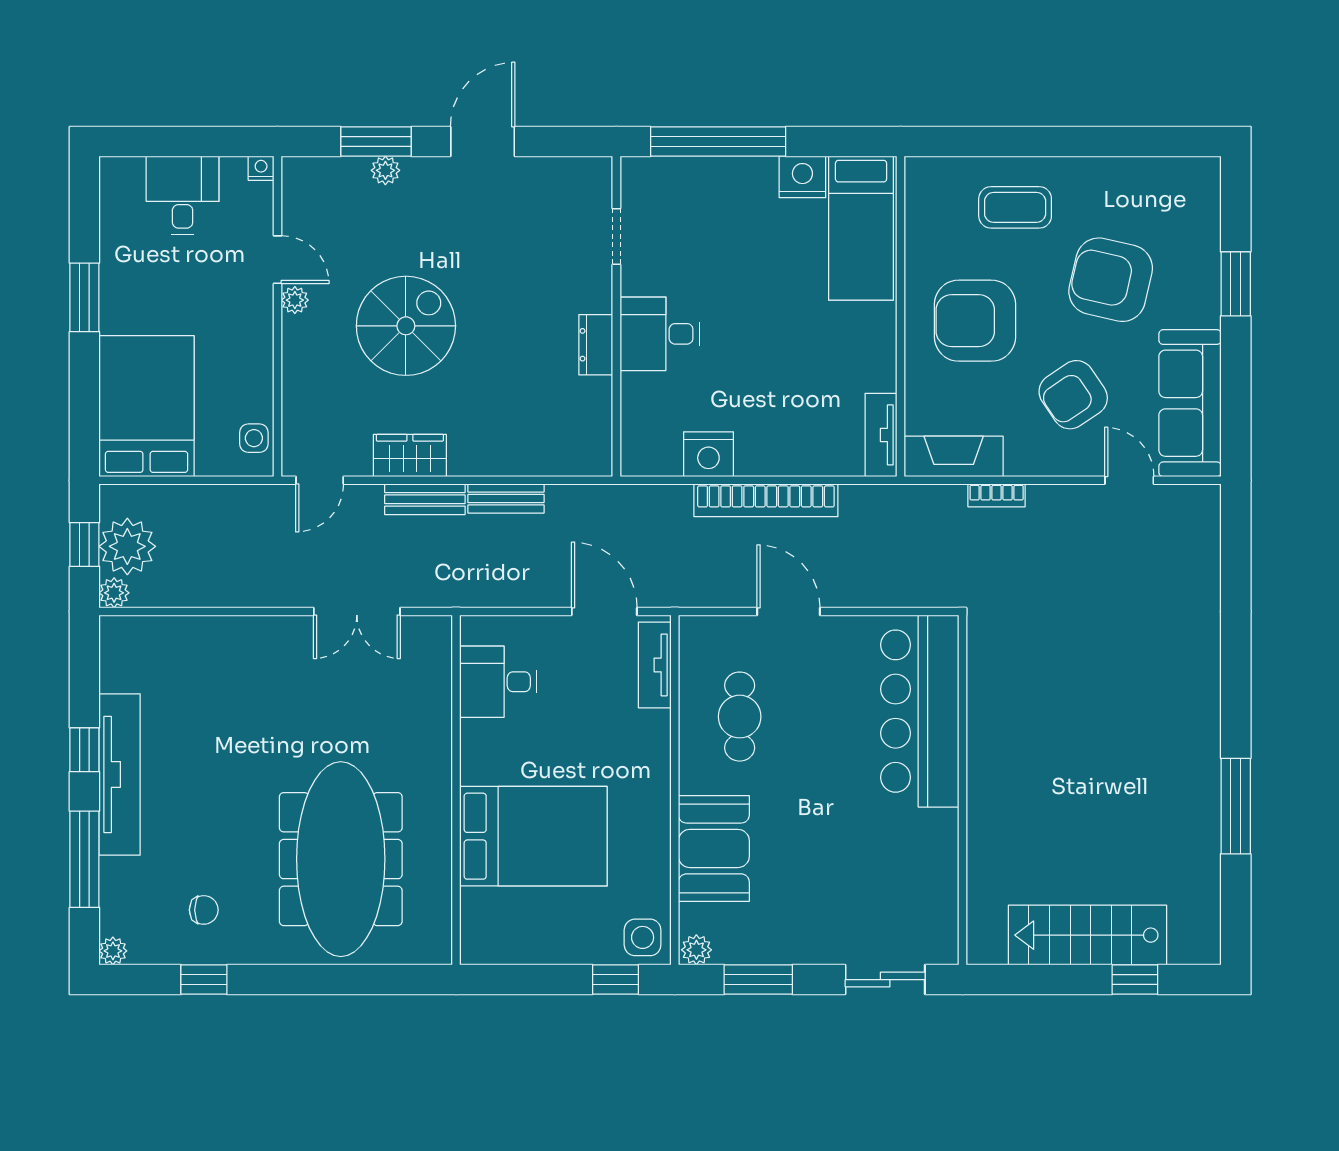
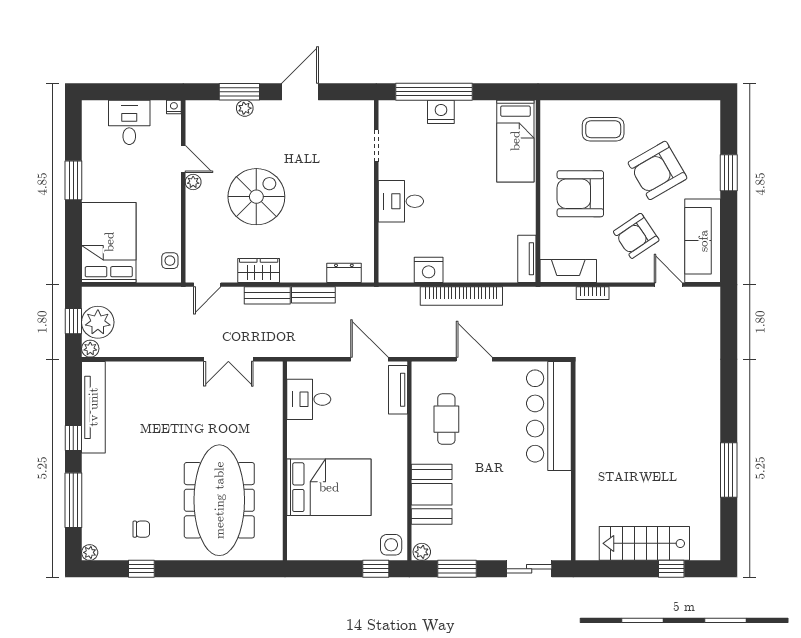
nightstand: (802, 177) -> (441, 112), moved
armchair: (1111, 280) -> (658, 170), turned -43
dresser: (596, 345) -> (344, 273), moved, turned 90
tv unit: (120, 774) -> (93, 407), moved

